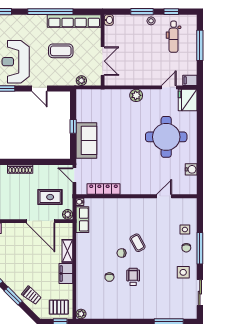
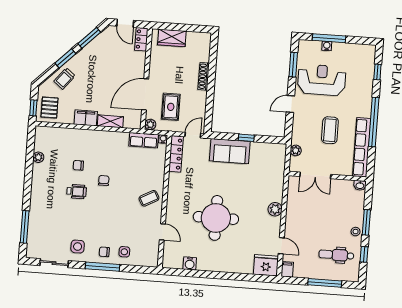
round table: (166, 137) -> (216, 218), moved
locker: (104, 189) -> (176, 154), moved
coffee table: (138, 243) -> (149, 198), moved
plant: (81, 314) -> (38, 157), moved

